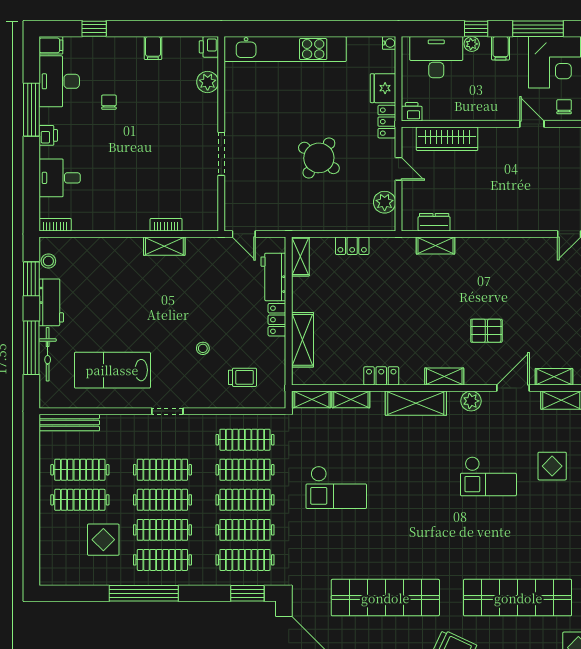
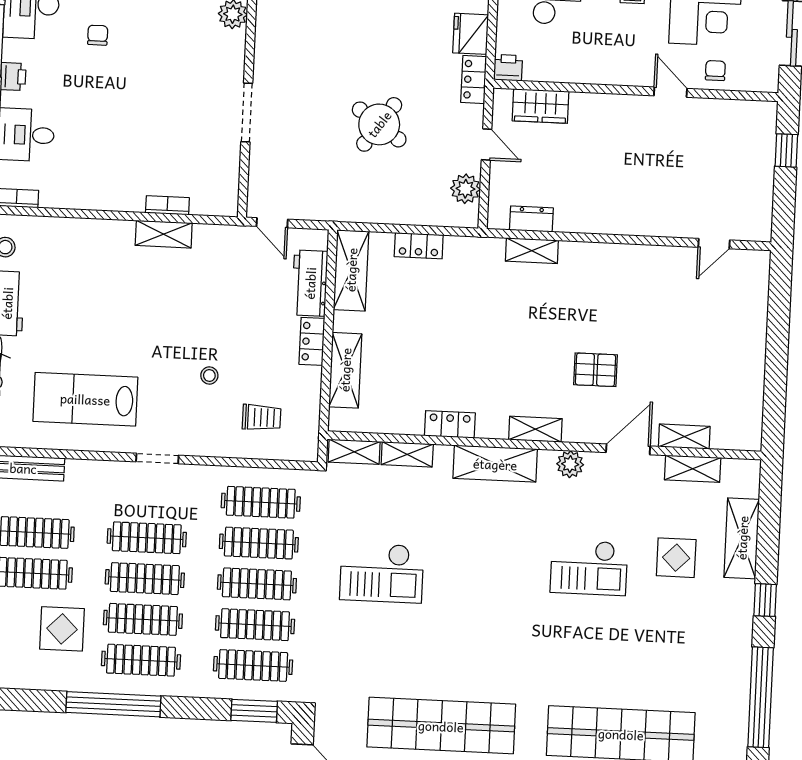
wardrobe: (447, 139) -> (541, 106), width x0.67
shelving: (300, 256) -> (351, 270), width x1.50, depth x1.33

